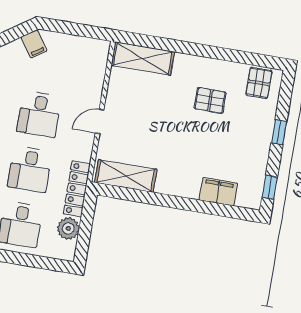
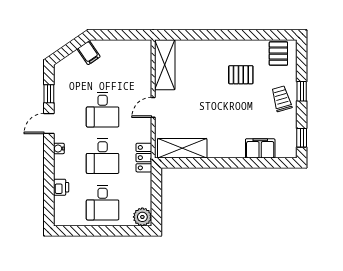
shelving: (143, 59) -> (165, 65), moved, turned 90
trolley: (254, 137) -> (282, 99), added
locker: (77, 189) -> (144, 158), width x0.66
plant: (68, 229) -> (142, 217), moved

